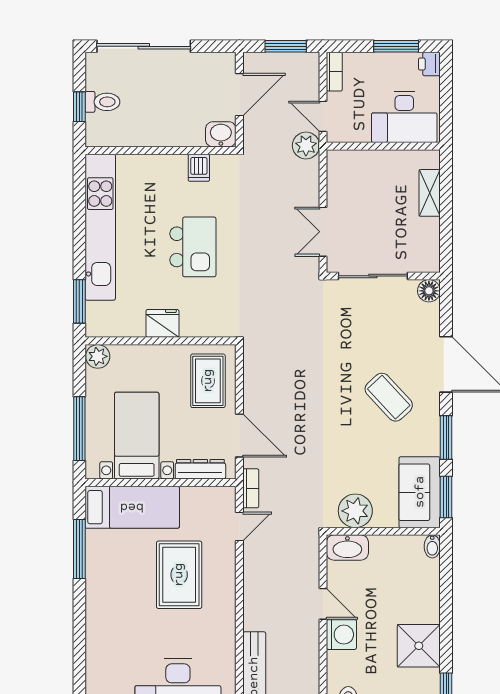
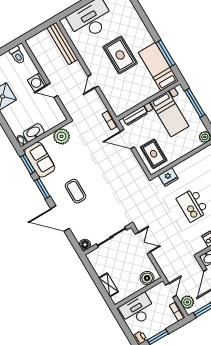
door: (323, 116) -> (171, 290), hinge flipped
plant: (306, 146) -> (187, 302), moved
boiler: (353, 164) -> (147, 278), added
fridge: (162, 323) -> (168, 177), moved
coffee table: (389, 397) -> (75, 191), turned 43
bed: (132, 507) -> (158, 67), moved, turned 90
door: (239, 527) -> (93, 81), moved
washbasin: (347, 548) -> (34, 133), moved
rug: (179, 575) -> (120, 55), moved

